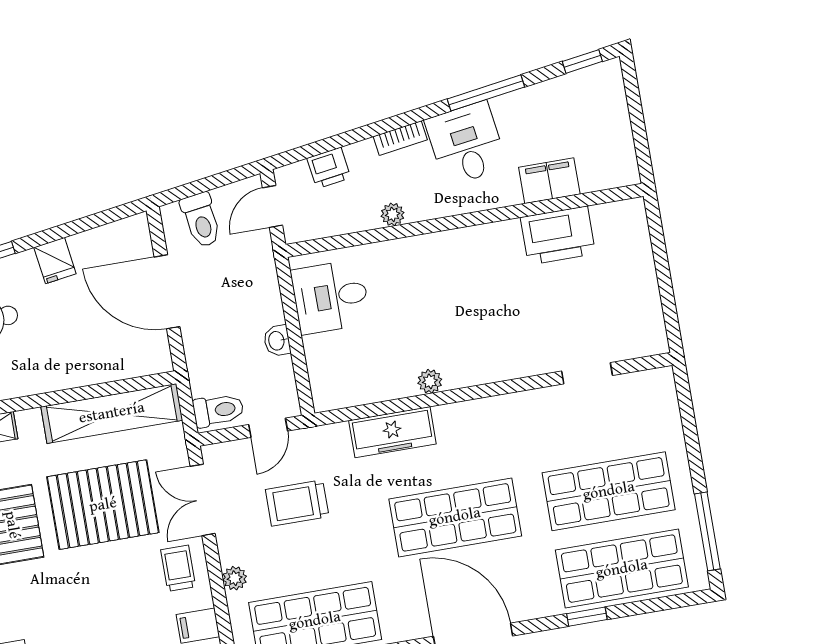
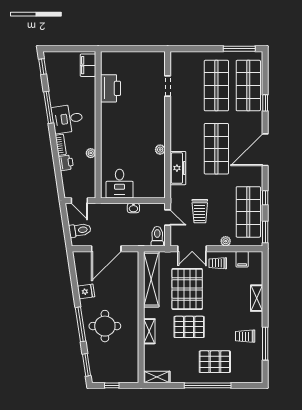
printer: (329, 168) -> (66, 163), moved
filing cabinet: (549, 181) -> (88, 65), moved

